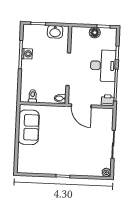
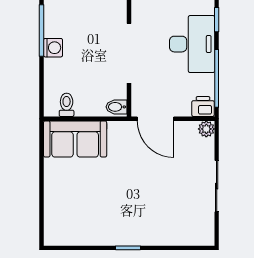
washing machine: (27, 54) -> (53, 48), moved
sofa: (29, 127) -> (75, 139), moved, turned 90
plant: (106, 172) -> (206, 129), moved

